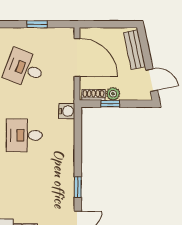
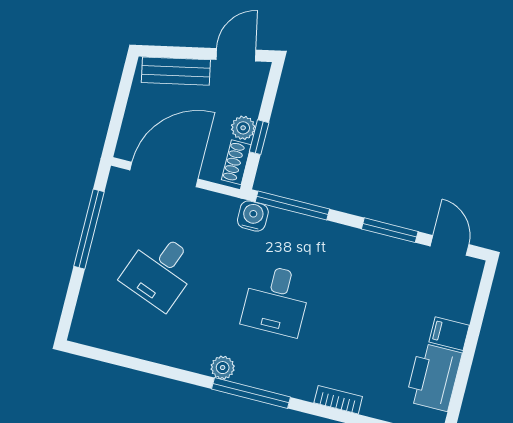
window: (37, 24) -> (89, 229), width x2.17
window: (78, 131) -> (292, 206), added
window: (78, 187) -> (390, 230), width x1.50

